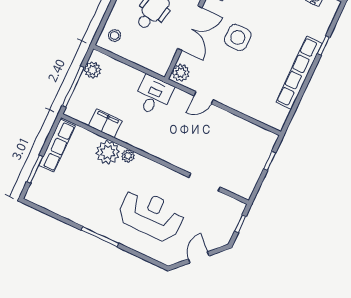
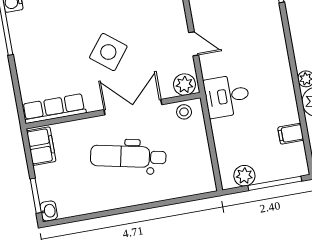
stool: (115, 35) -> (184, 112), moved
side table: (238, 37) -> (108, 52), turned 38
filing cabinet: (105, 123) -> (291, 134), width x0.50

